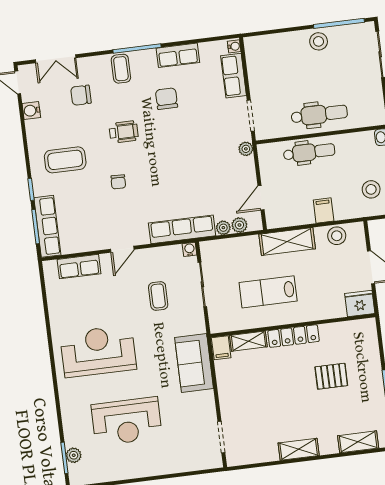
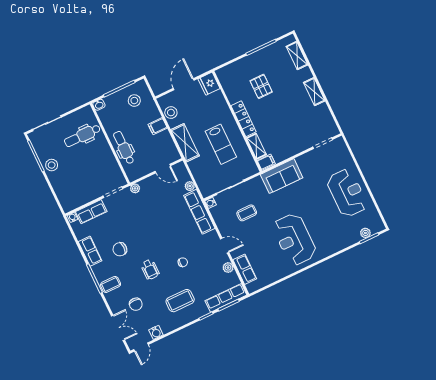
dental chair: (319, 114) -> (82, 136), moved, turned -90
wheelchair: (124, 132) -> (150, 269), turned 180
coffee table: (65, 160) -> (180, 301), turned 90
plant: (239, 225) -> (228, 268), moved
reception desk: (127, 421) -> (347, 193), moved

